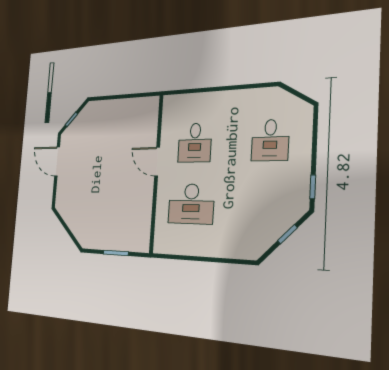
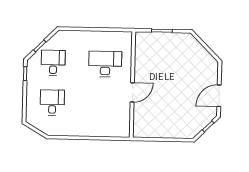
desk: (195, 143) -> (53, 63), moved
door: (57, 161) -> (219, 96), swing flipped
door: (157, 162) -> (132, 92), hinge flipped

